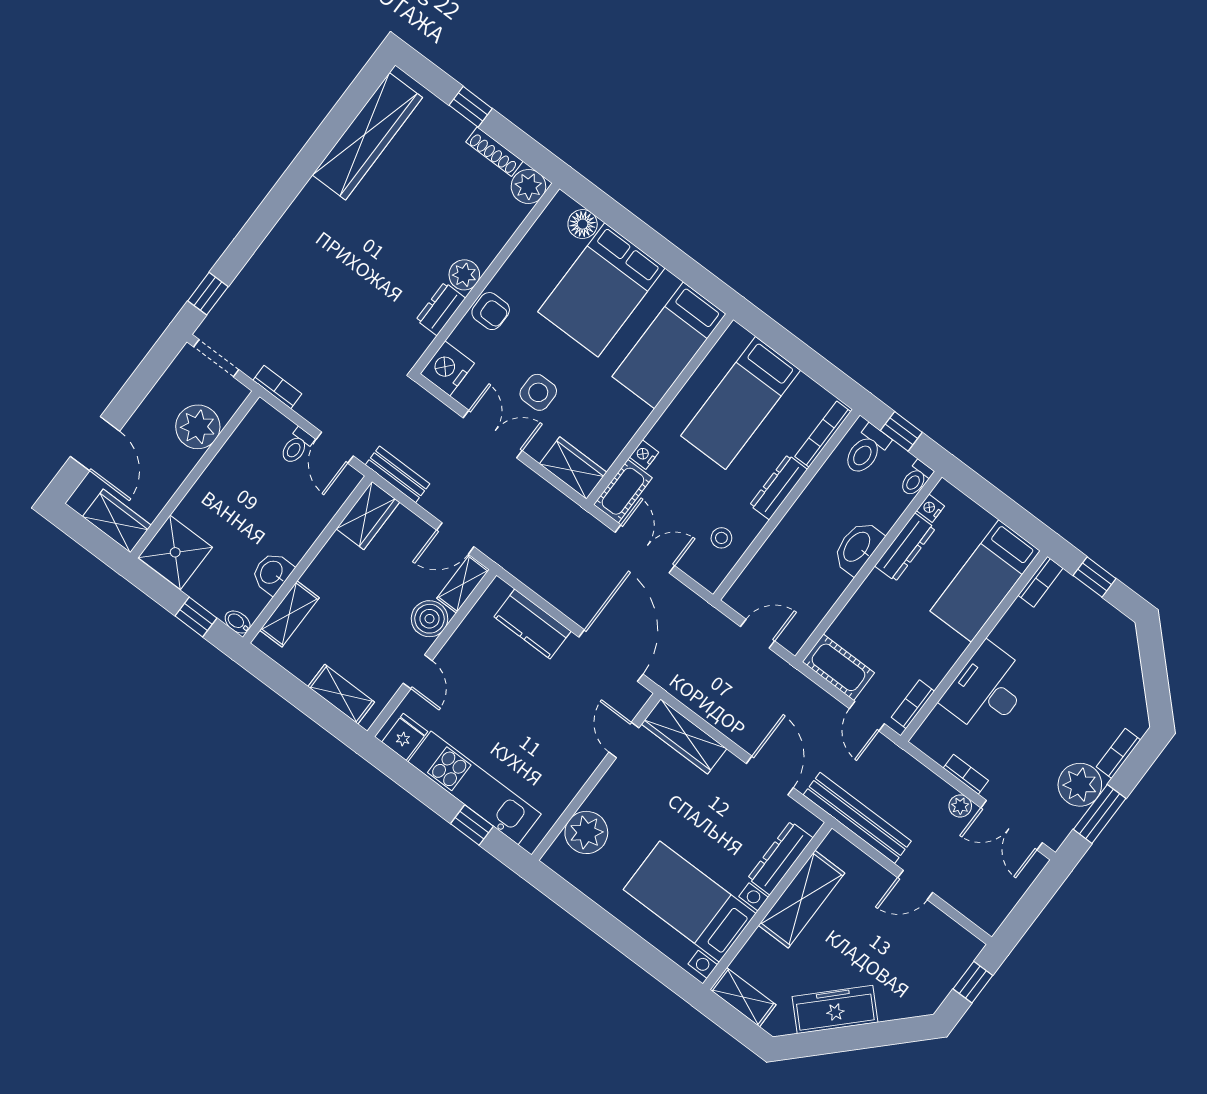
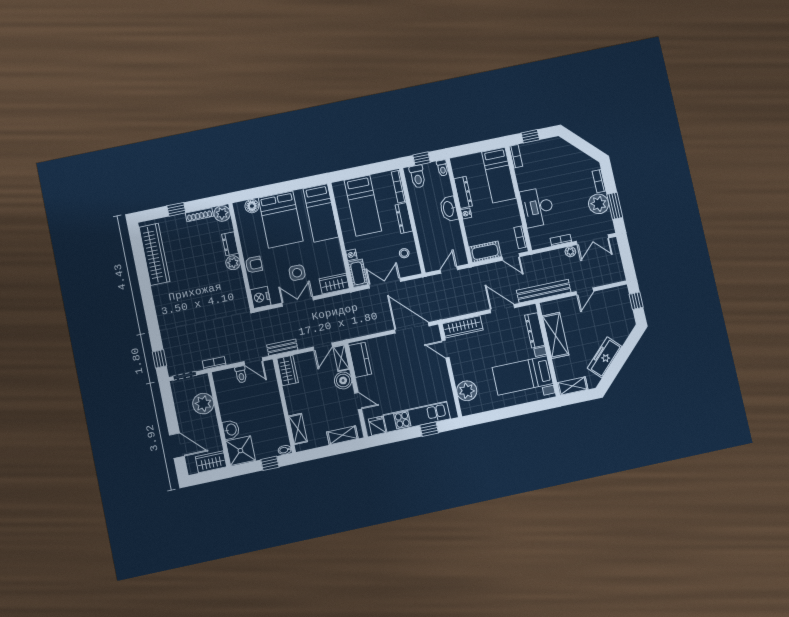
dresser: (441, 309) -> (230, 244), moved
nightstand: (930, 508) -> (466, 214), moved
washbasin: (272, 573) -> (231, 430), moved, turned 180
kitchen counter: (532, 624) -> (360, 360), moved, turned -90

